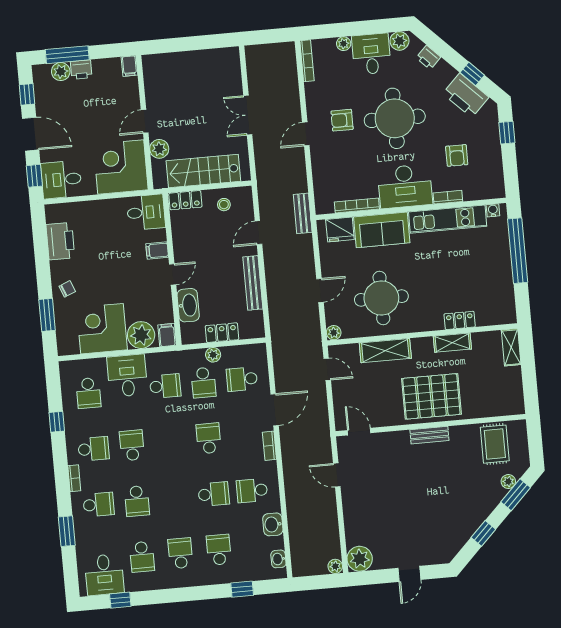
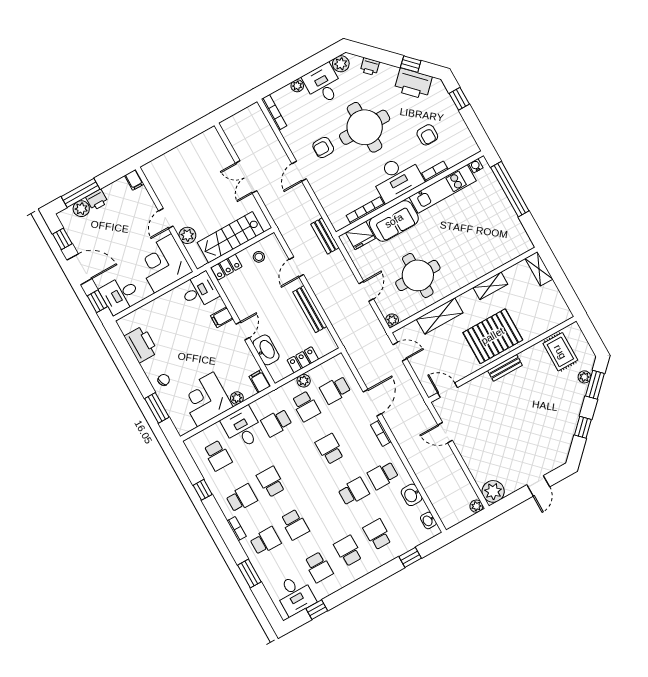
locker: (460, 320) -> (488, 266), removed
plant: (141, 335) -> (237, 398), width x0.53, depth x0.53
school desk: (165, 386) -> (276, 423), turned 180

